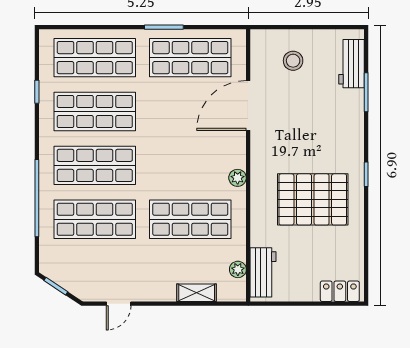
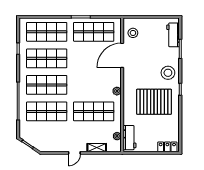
stool: (293, 61) -> (133, 33), moved
stool: (341, 141) -> (168, 73), added
door: (119, 304) -> (74, 153), moved

